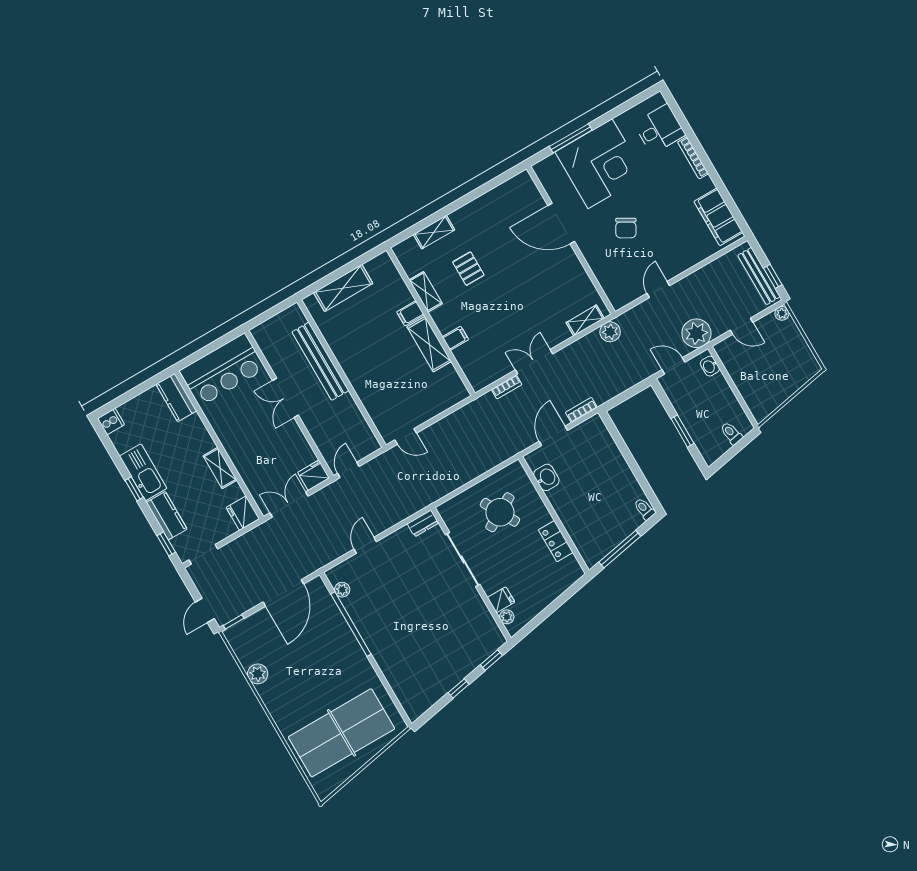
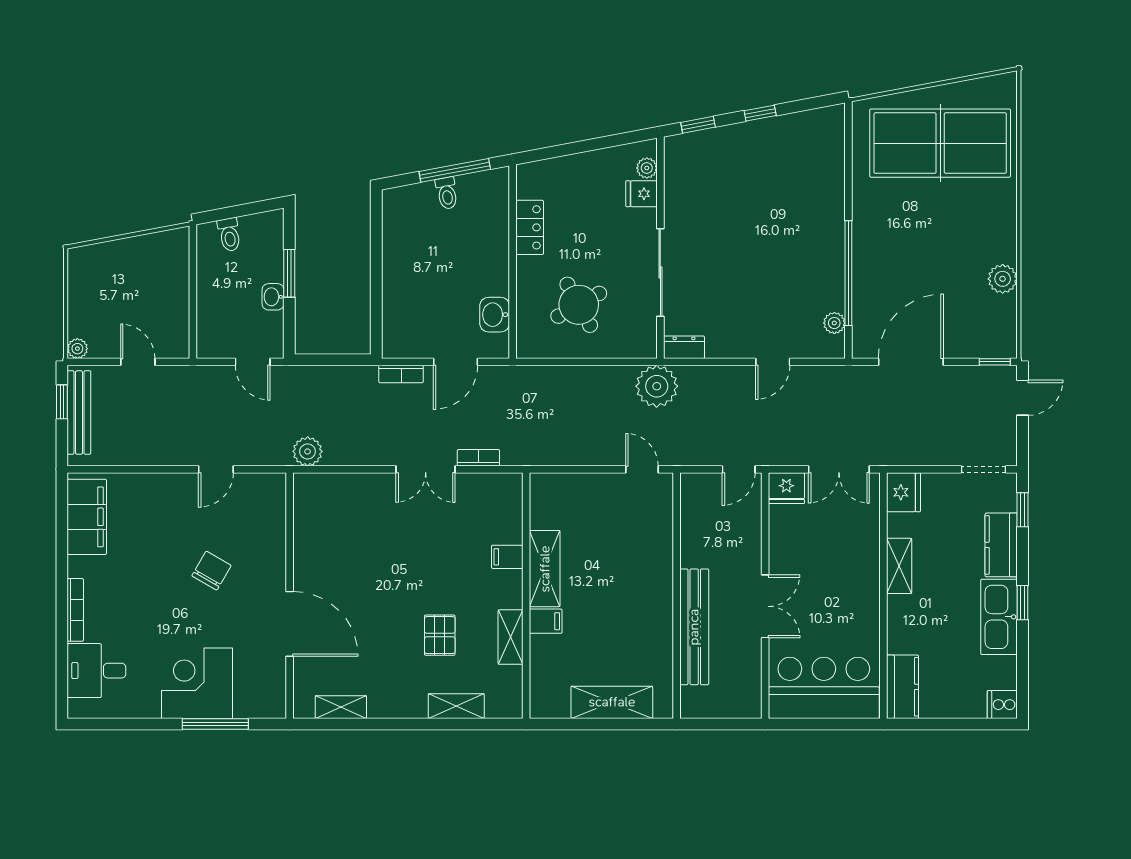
corner desk: (600, 164) -> (197, 683), width x0.74, depth x0.74
shelving: (585, 320) -> (341, 707), moved
plant: (696, 333) -> (657, 386), moved
washbasin: (710, 366) -> (273, 297), moved, turned 180
toilet: (644, 509) -> (447, 193), moved

